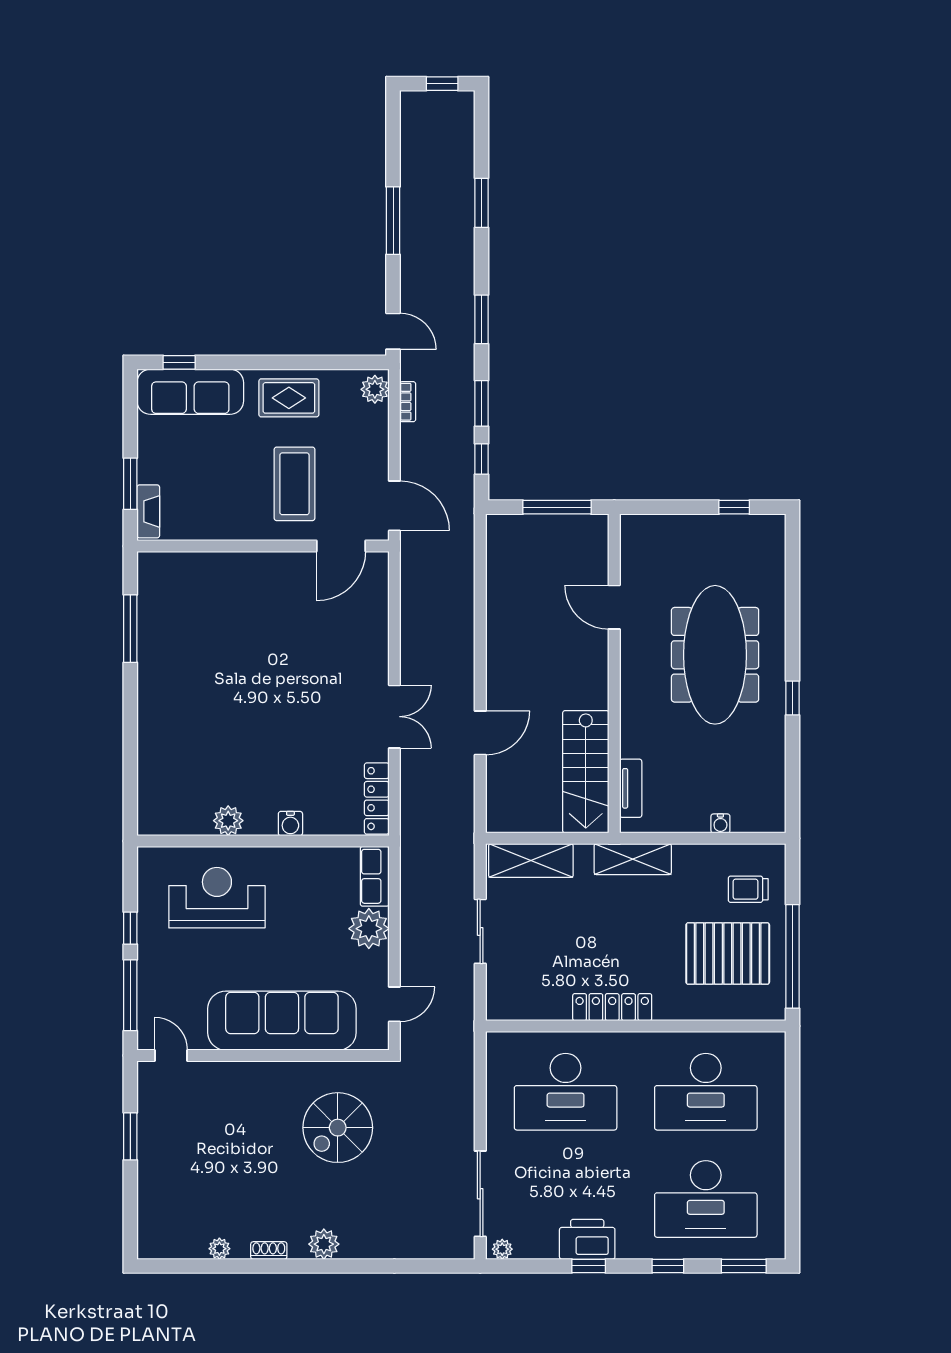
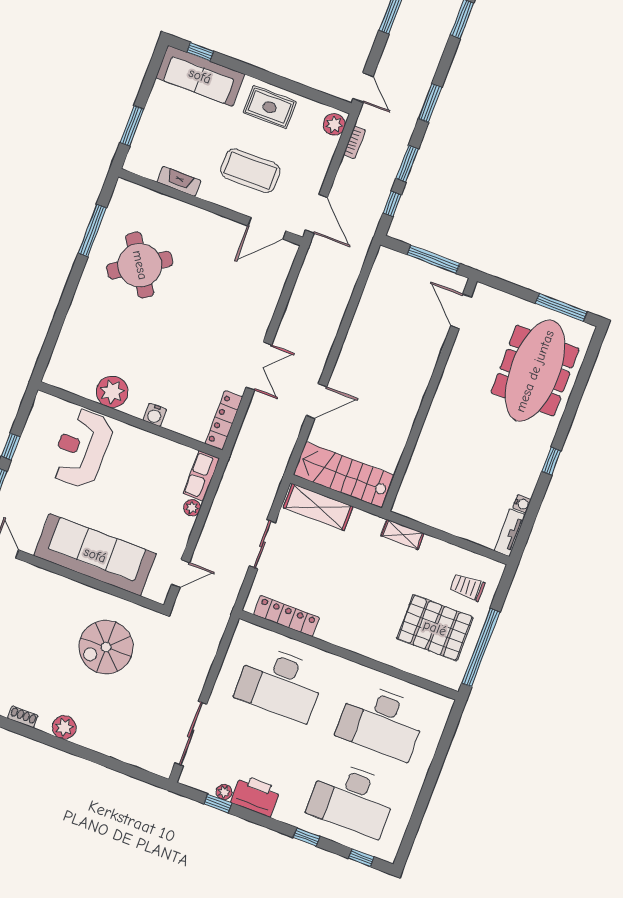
coffee table: (294, 484) -> (250, 171), turned 90
window: (734, 507) -> (561, 307), width x2.17
fireplace: (148, 511) -> (179, 181), moved, turned -90
door: (614, 607) -> (461, 311), moved
round table: (204, 649) -> (140, 265), added
meeting table: (715, 655) -> (535, 371), moved
stairs: (586, 772) -> (343, 475), moved, turned 90
tv unit: (631, 788) -> (510, 533), moved, turned 180
plant: (228, 821) -> (112, 392), width x1.36, depth x1.36
water cooler: (720, 823) -> (522, 504), moved, turned -90
shelving: (633, 859) -> (402, 535), width x0.67, depth x0.75
reception desk: (217, 898) -> (82, 448), turned -90
plant: (369, 929) -> (192, 508), width x0.53, depth x0.53
locker: (612, 1007) -> (286, 616), moved
plant: (502, 1249) -> (224, 792), moved
window: (589, 1266) -> (218, 803), moved
window: (744, 1266) -> (361, 858), width x0.67

